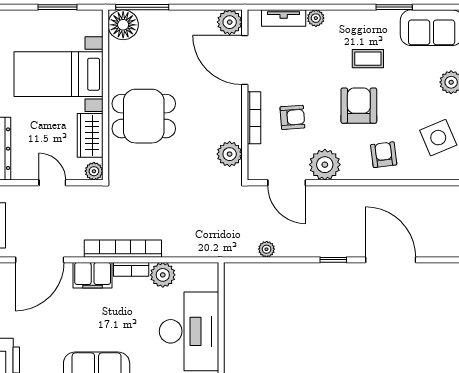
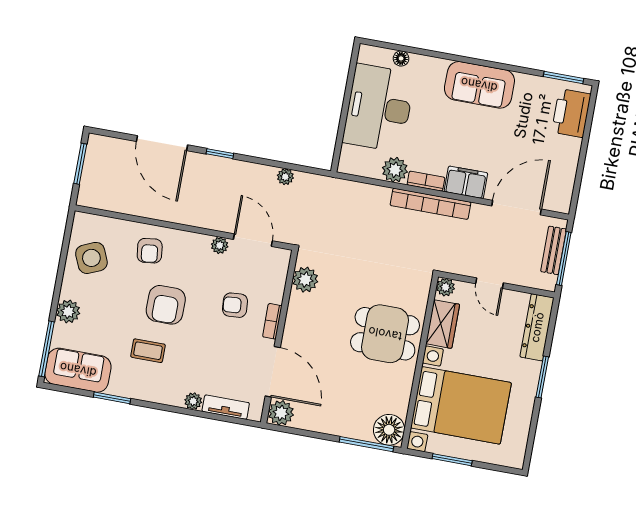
bed with nightstands: (58, 74) -> (461, 405), width x1.36
bookcase: (254, 118) -> (272, 321), width x0.64
plant: (325, 165) -> (220, 245), width x0.53, depth x0.53

